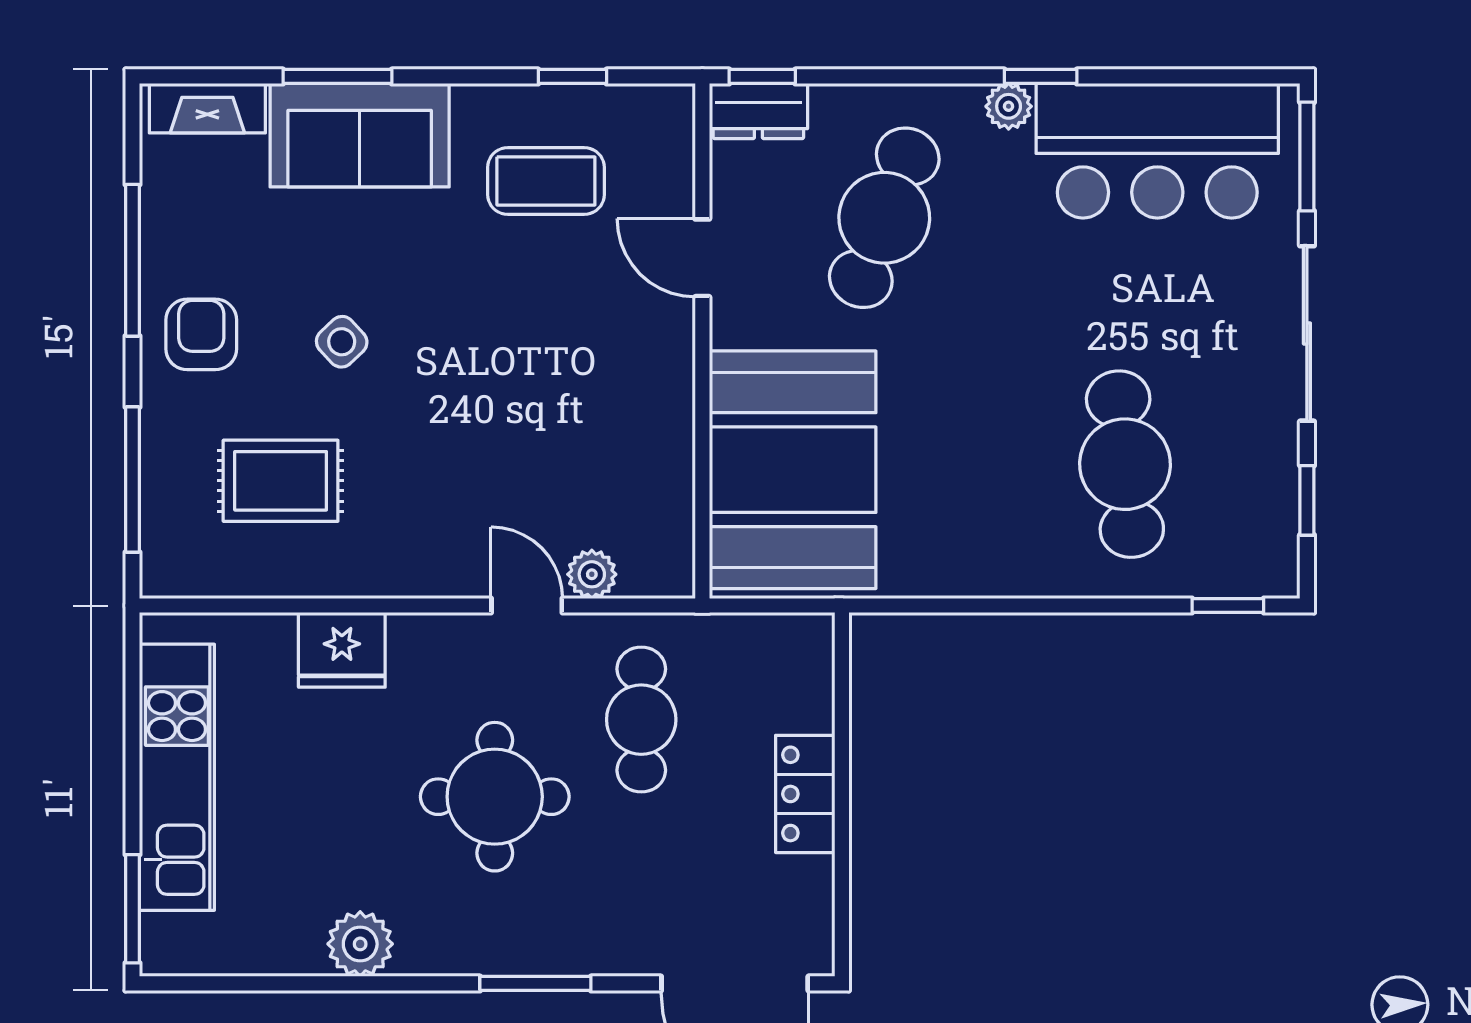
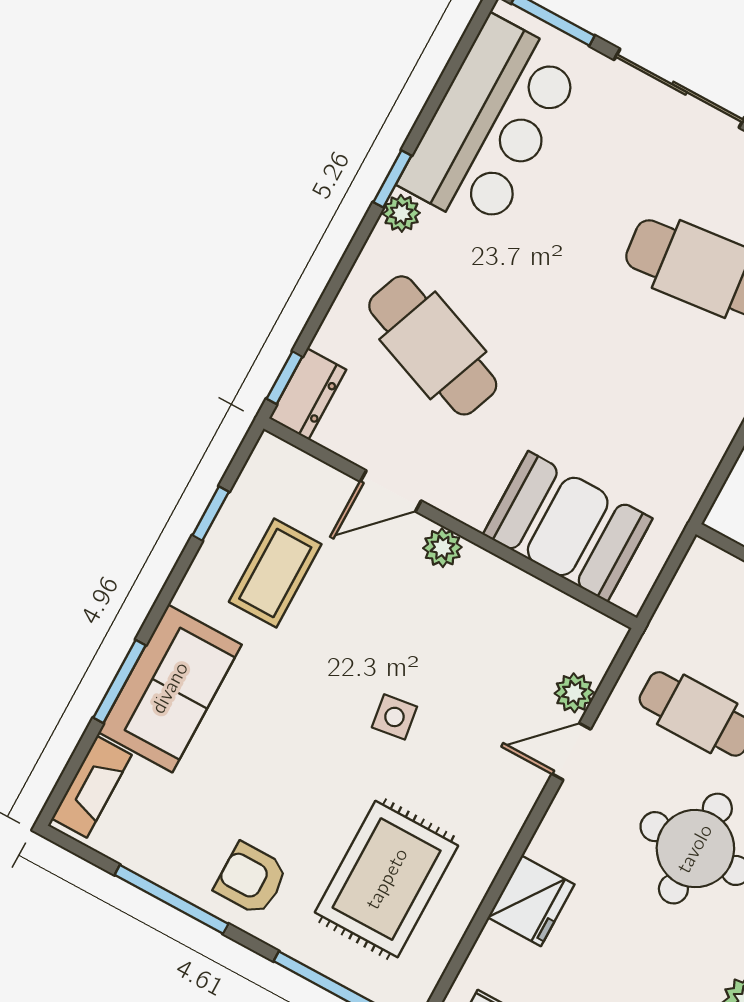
side table: (342, 342) -> (394, 717), moved, turned 35
plant: (671, 347) -> (442, 548), added
booth: (793, 470) -> (568, 526), width x0.73, depth x0.70
rug: (281, 481) -> (387, 879), width x1.36, depth x1.43

